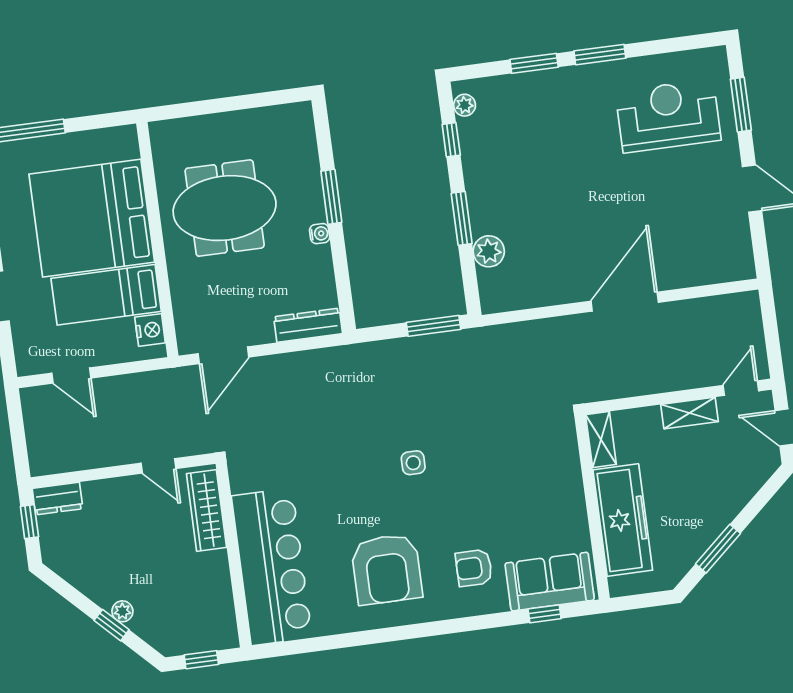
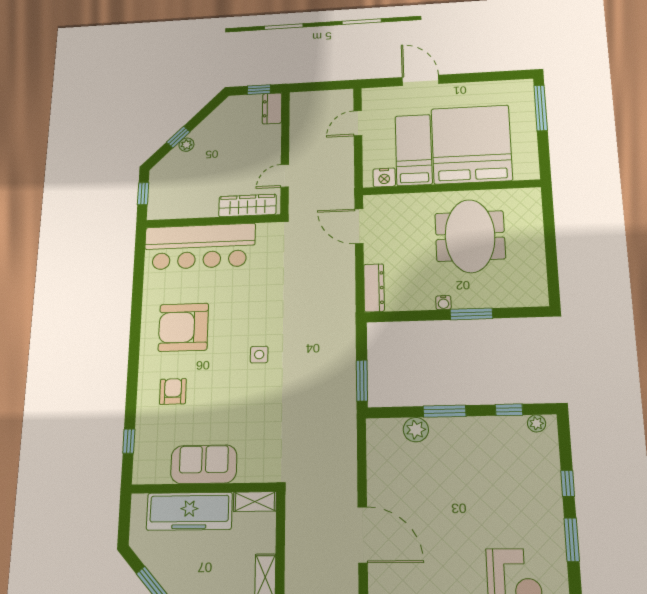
window: (534, 63) -> (568, 484), width x0.67
sofa: (550, 582) -> (204, 464), moved, turned -90

